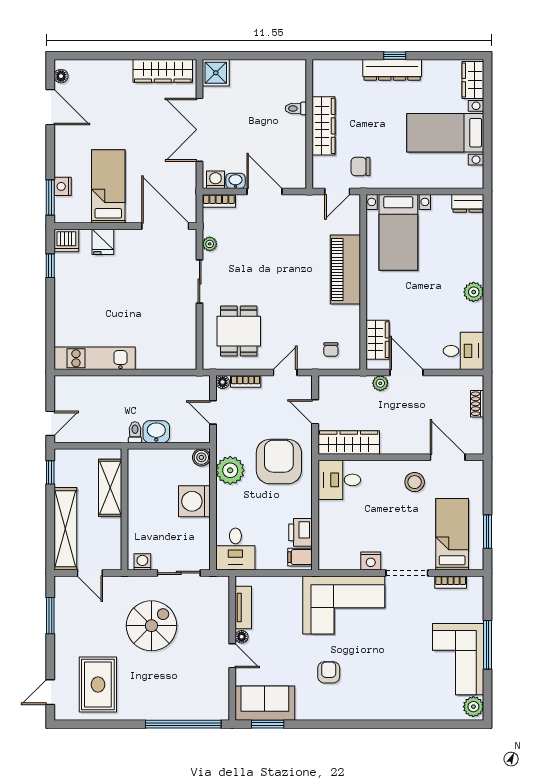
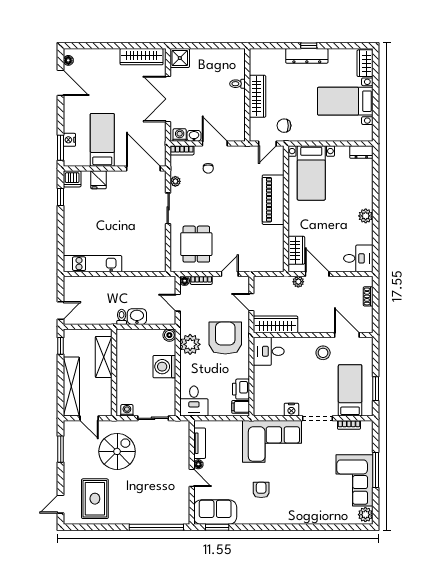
chair: (331, 350) -> (208, 168), moved
spiral stairs: (151, 626) -> (117, 451), moved

